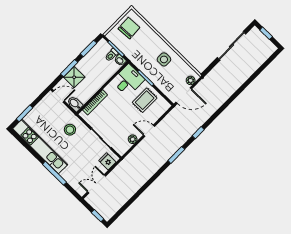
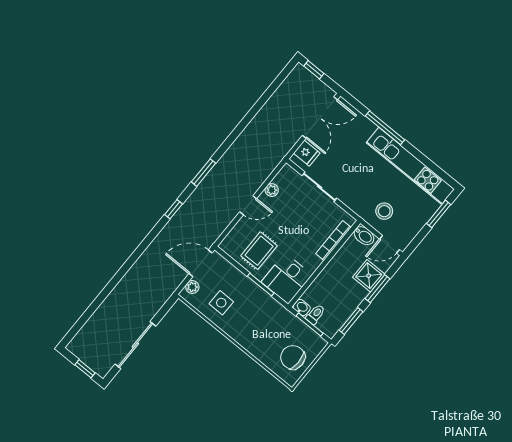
chair: (129, 28) -> (293, 357), turned 93
side table: (164, 59) -> (221, 303), moved
stool: (70, 130) -> (384, 211), moved
double door: (97, 184) -> (320, 118), width x1.37

